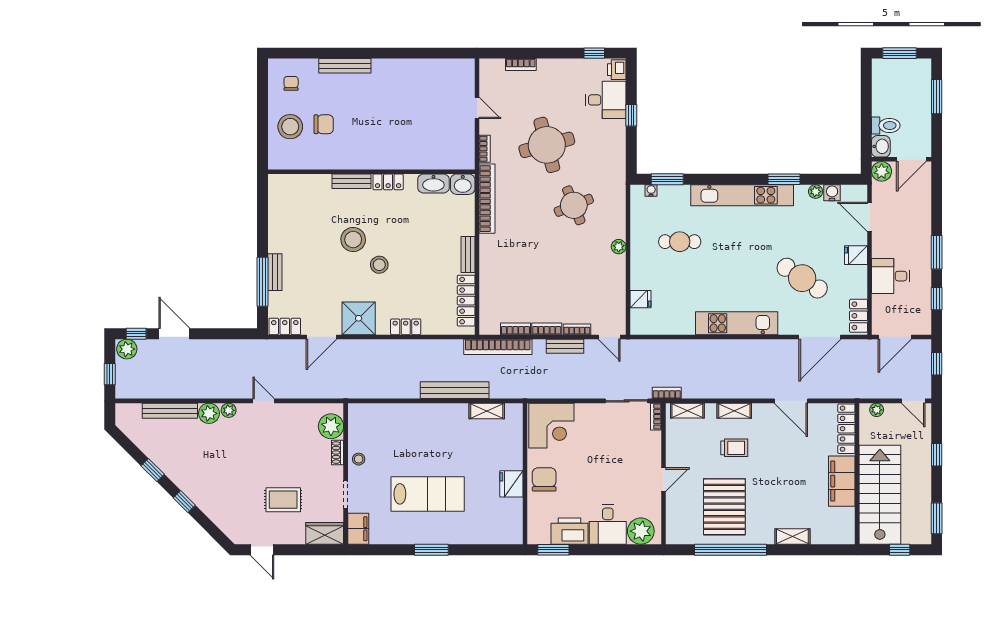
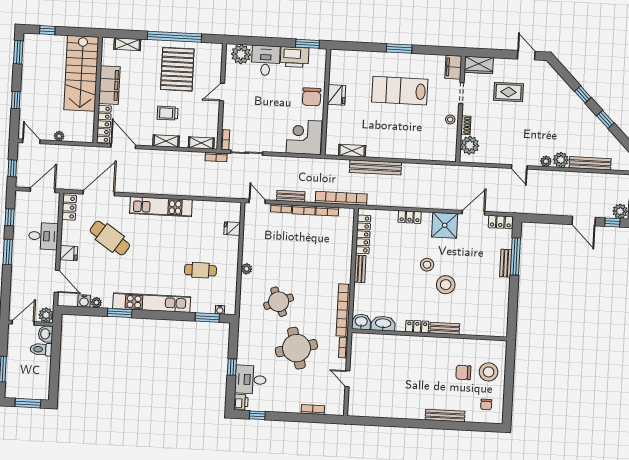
locker: (846, 429) -> (104, 124), moved
wall: (857, 474) -> (98, 90), moved
filing cabinet: (842, 481) -> (109, 85), moved
stairs: (880, 495) -> (81, 73), moved

